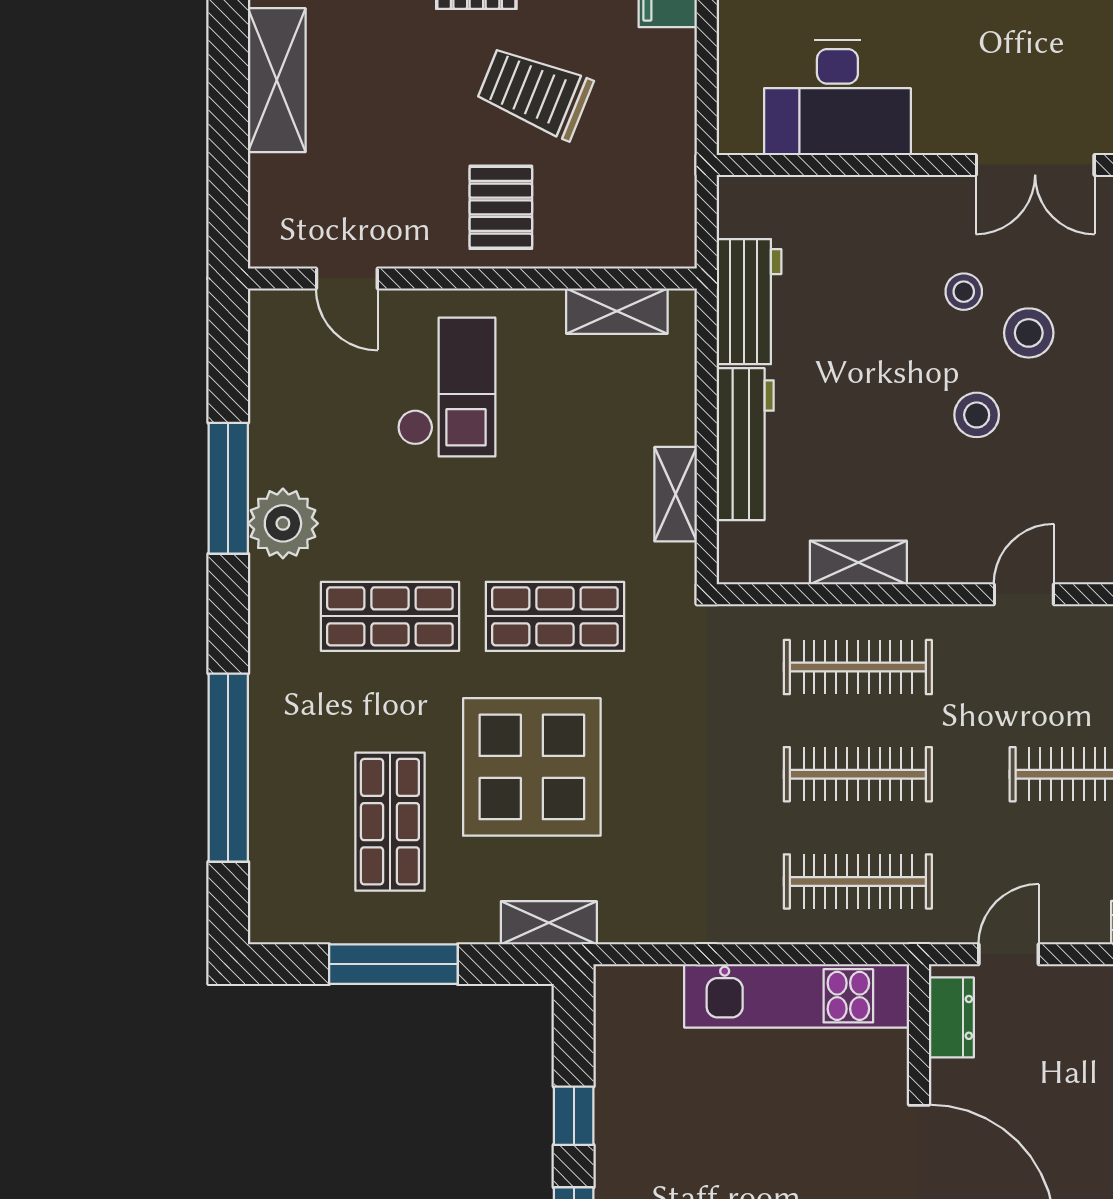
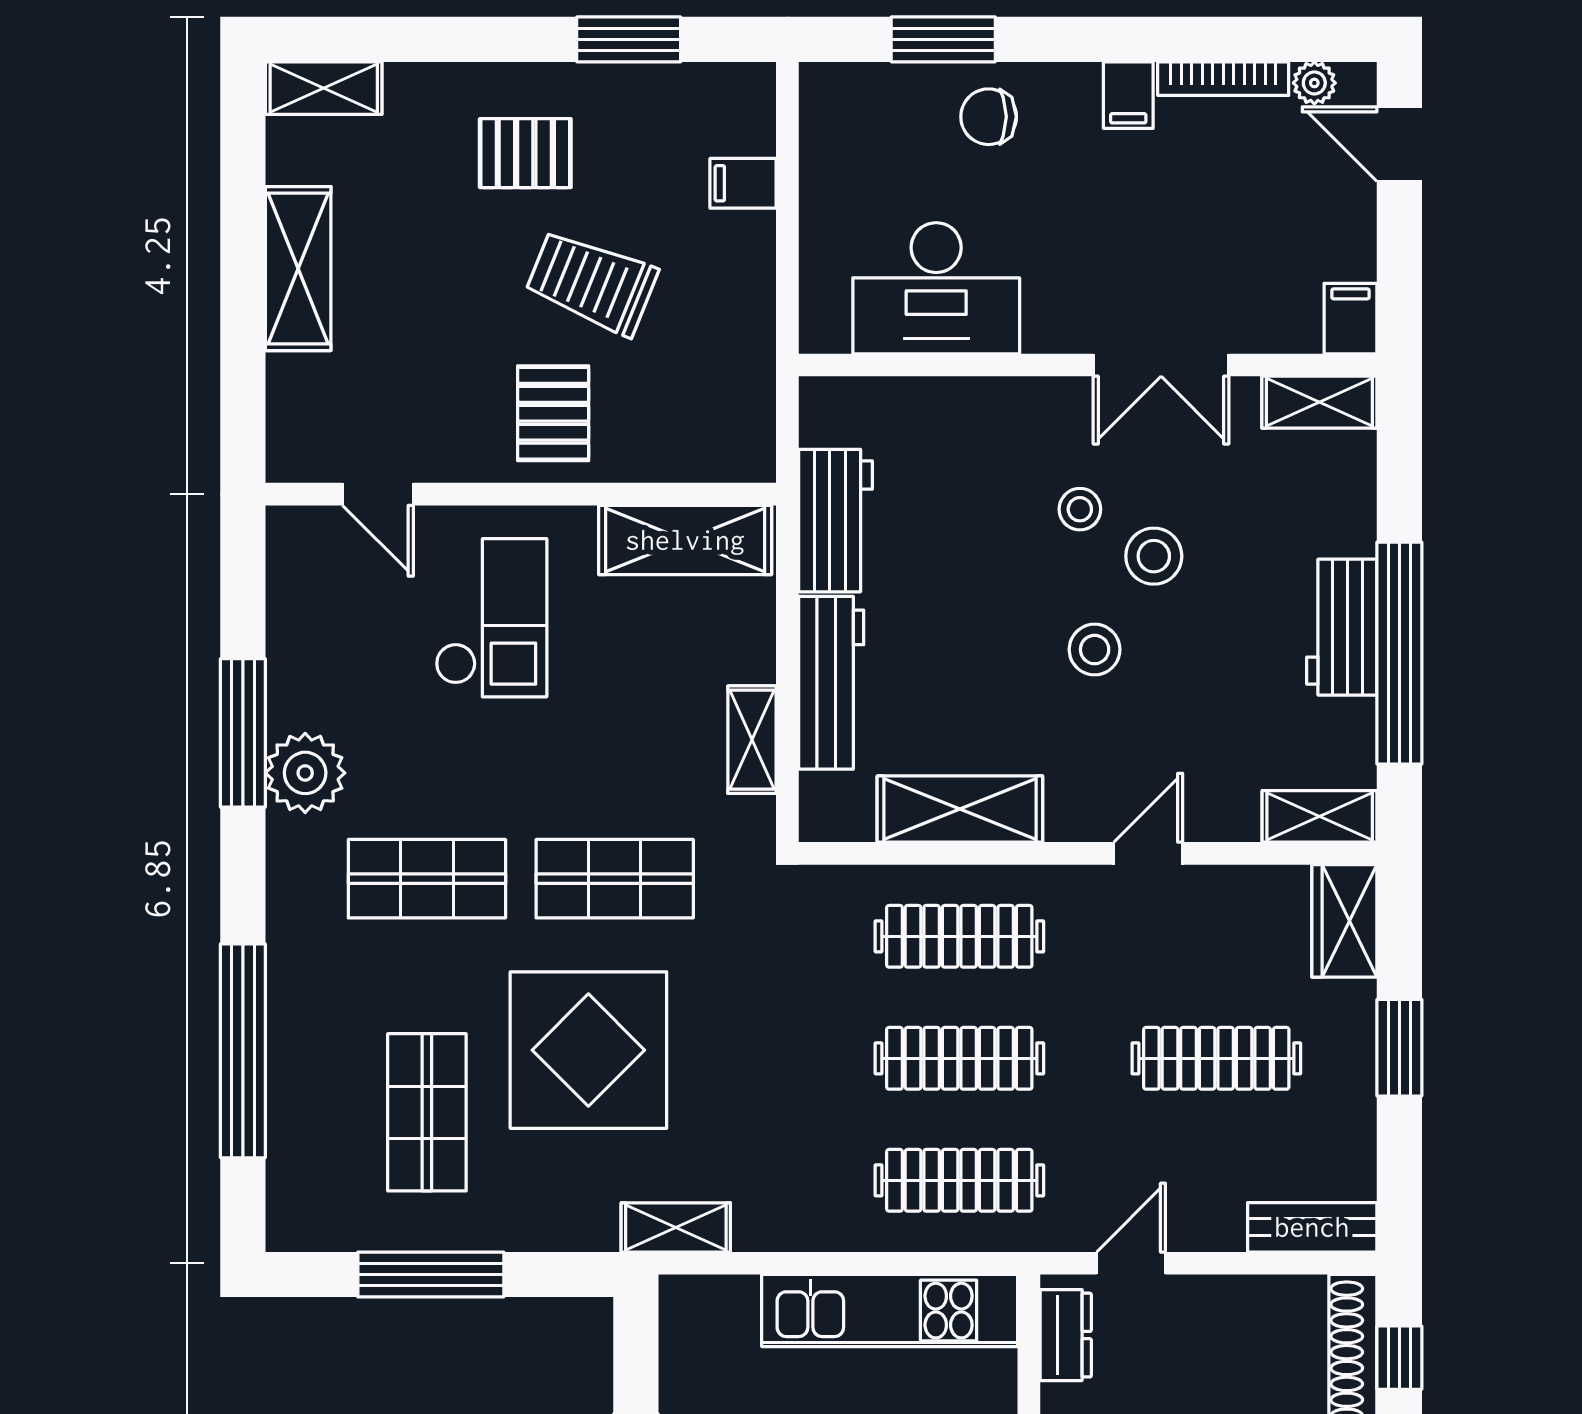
shelving: (617, 311) -> (685, 540), width x1.50, depth x1.33
shelving: (858, 562) -> (960, 809), width x1.50, depth x1.33
shelving: (549, 923) -> (676, 1227), moved

